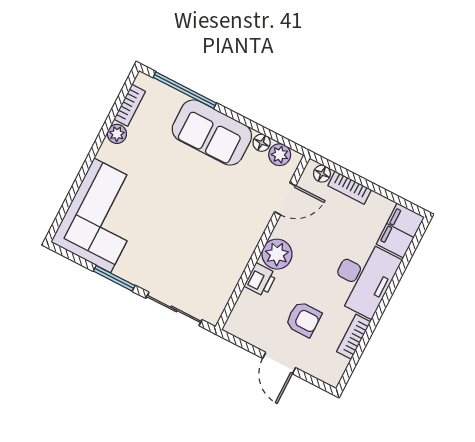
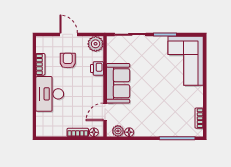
sofa: (212, 132) -> (118, 83), moved, turned 90
plant: (117, 134) -> (198, 102), removed
filing cabinet: (400, 231) -> (44, 125), removed
plant: (277, 254) -> (96, 44), moved
armchair: (303, 319) -> (68, 60), turned 90

